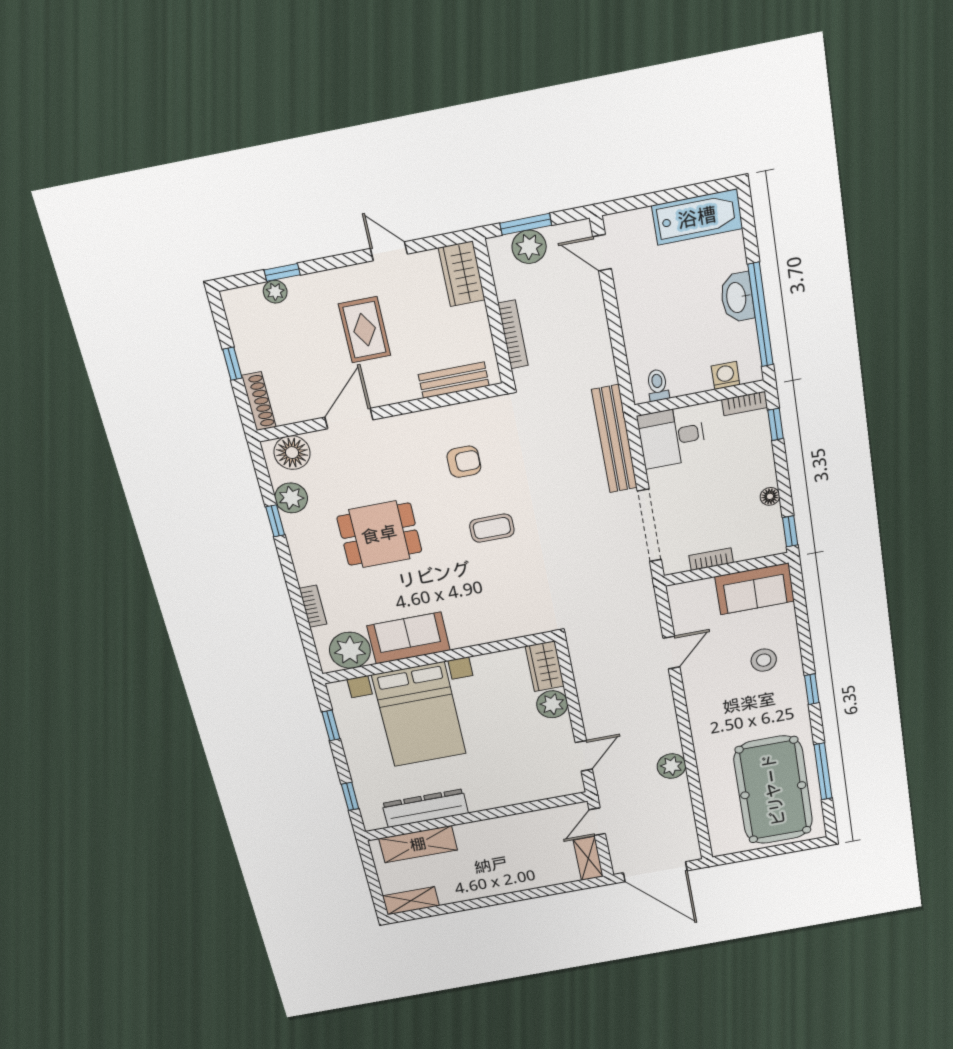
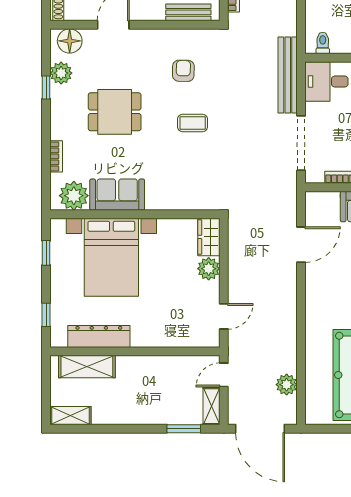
armchair: (464, 462) -> (183, 71), turned -89
door: (671, 653) -> (301, 245), width x1.37
plant: (671, 766) -> (287, 385), moved
window: (558, 889) -> (184, 429), added

